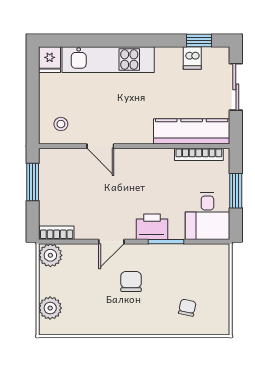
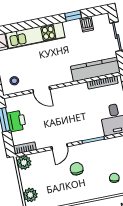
window: (199, 40) -> (73, 16), moved
printer: (152, 227) -> (16, 121), moved, turned 90

